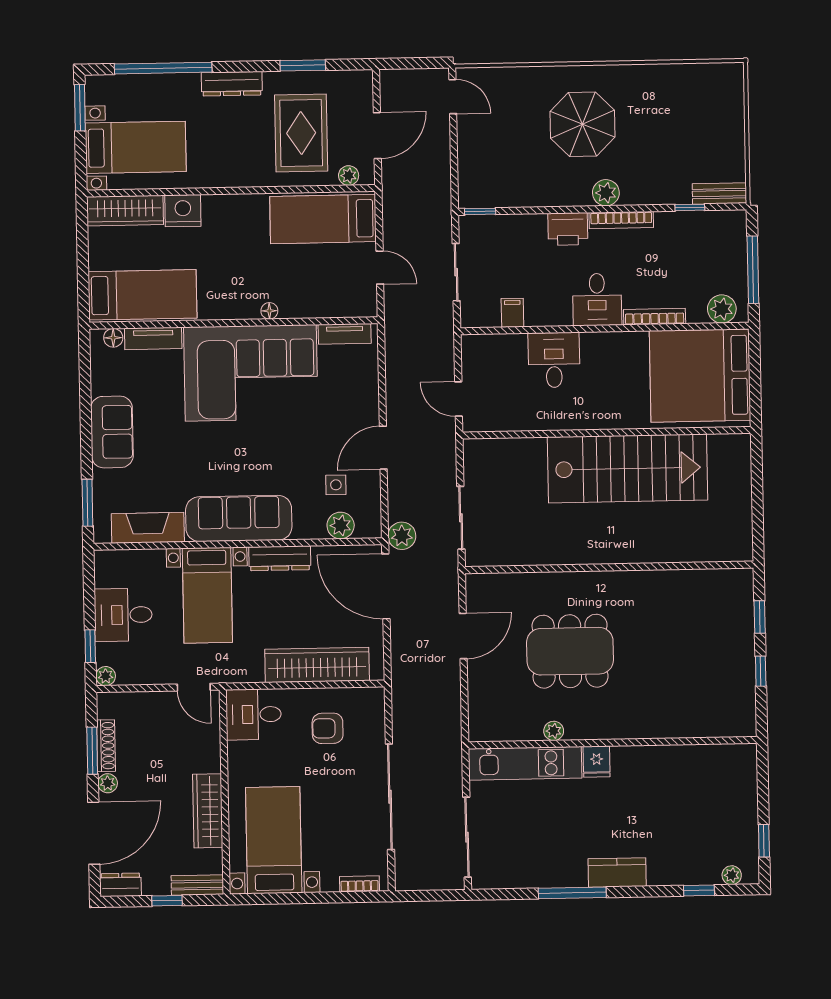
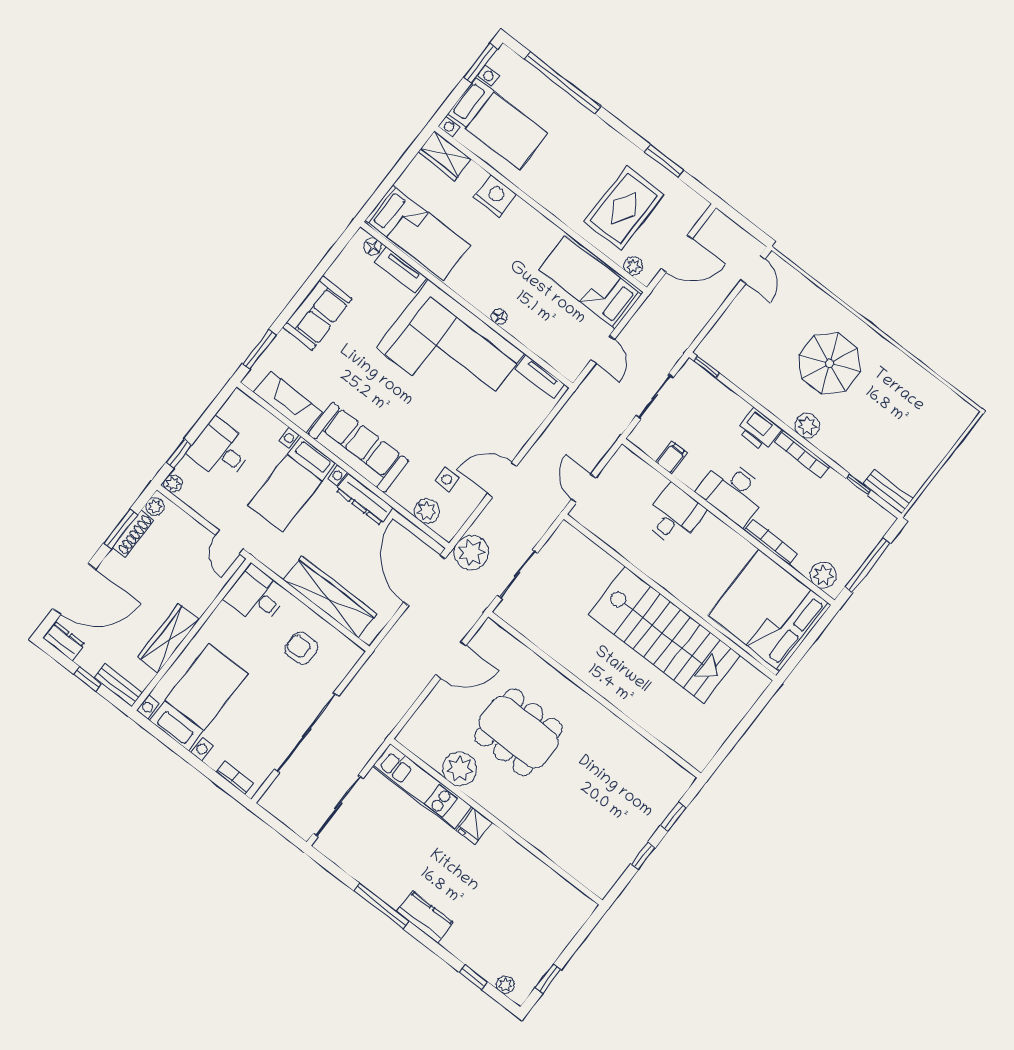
dresser: (232, 84) -> (603, 133), removed
wardrobe: (125, 211) -> (444, 155), width x0.67
desk: (597, 300) -> (733, 492), width x1.37
plant: (402, 536) -> (471, 553), width x1.36, depth x1.36
plant: (554, 731) -> (460, 769), width x1.88, depth x1.88
plant: (108, 783) -> (155, 507), moved

